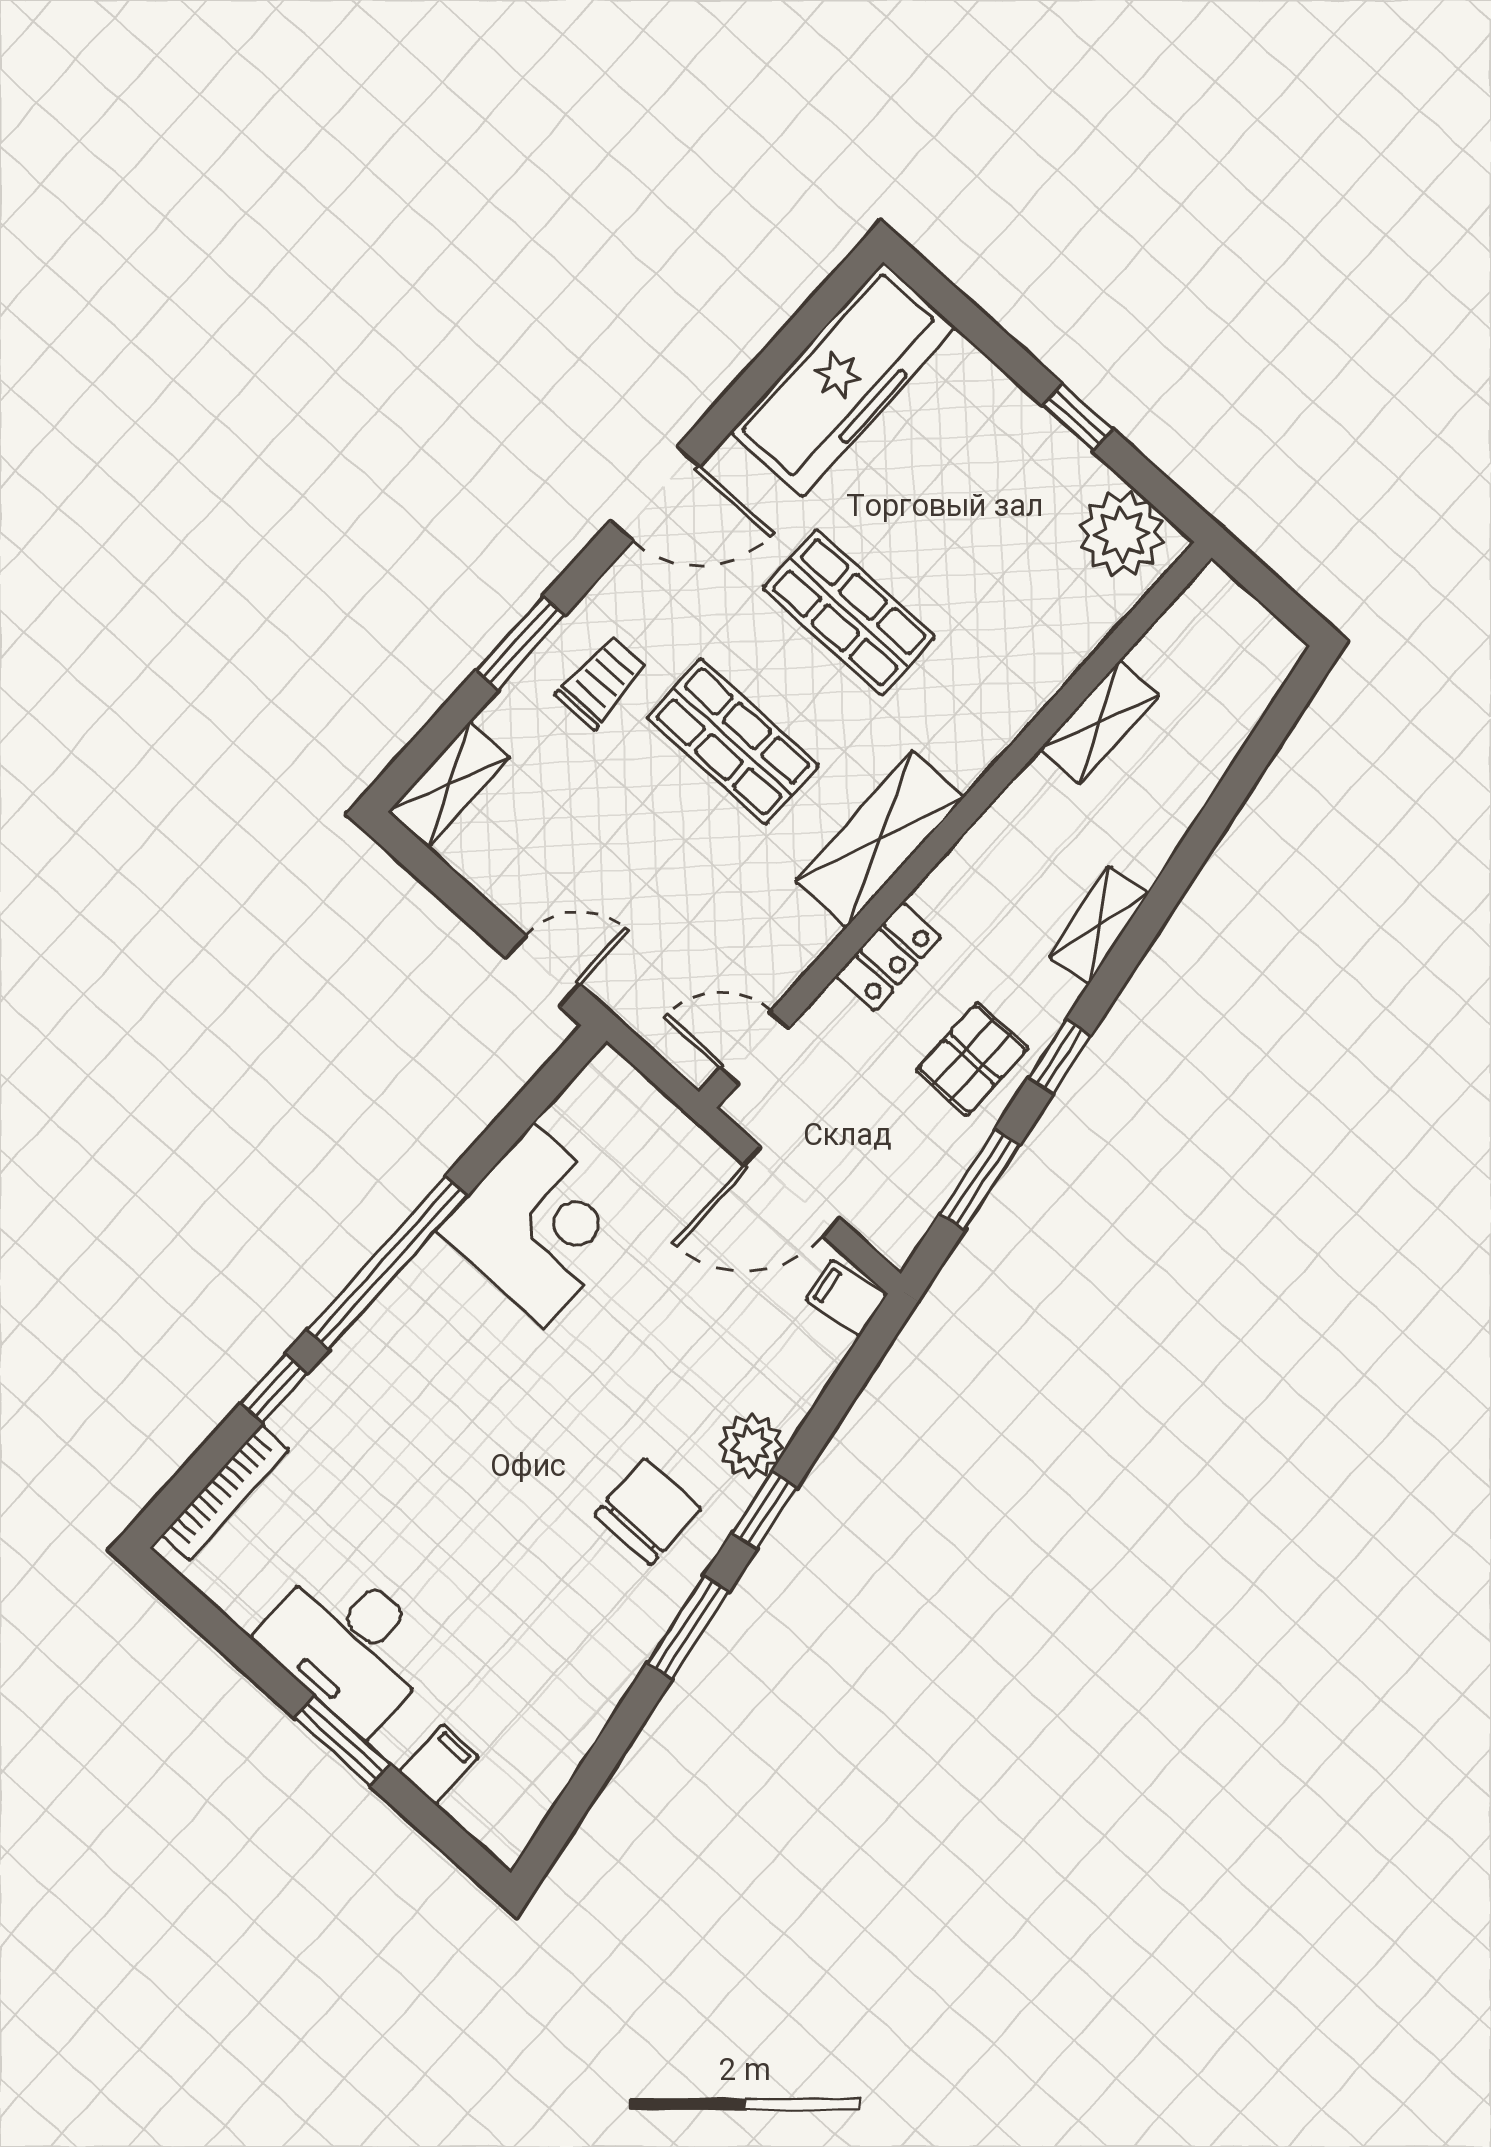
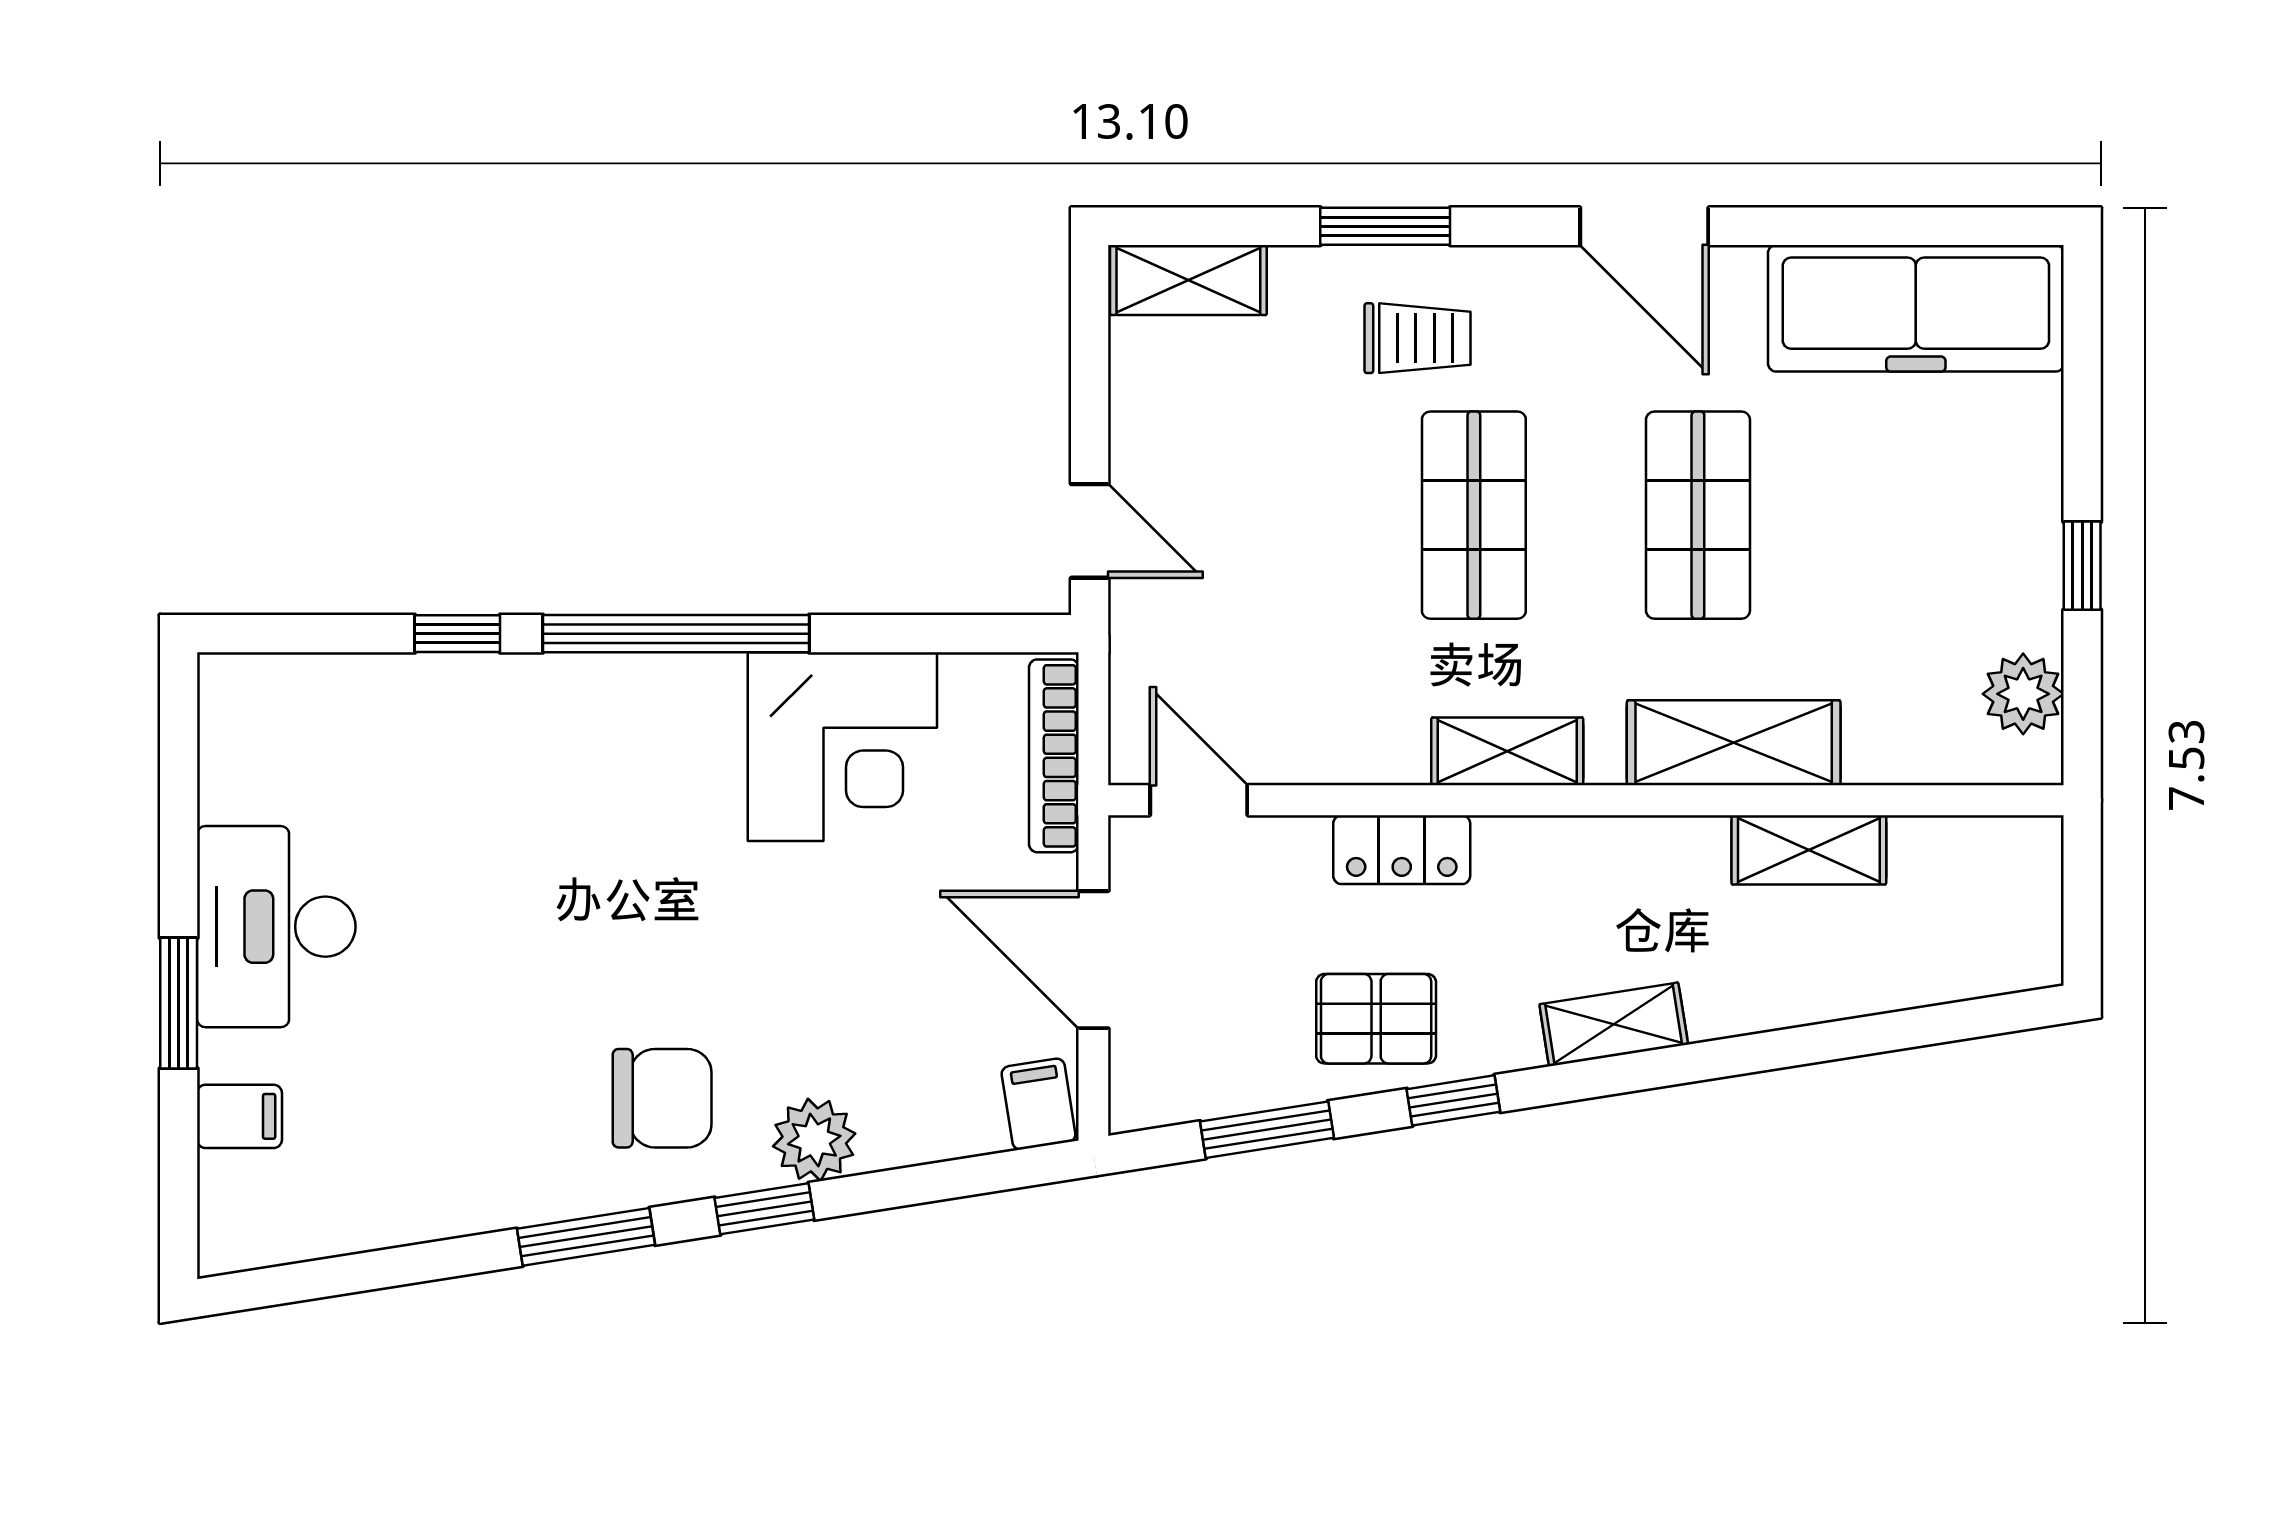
plant: (1122, 534) -> (2023, 694), width x0.73, depth x0.73
shelving: (999, 710) -> (1734, 743), added
shelving: (880, 839) -> (1507, 751), width x0.67, depth x0.75
bookcase: (225, 1493) -> (1054, 756), moved, turned 90

